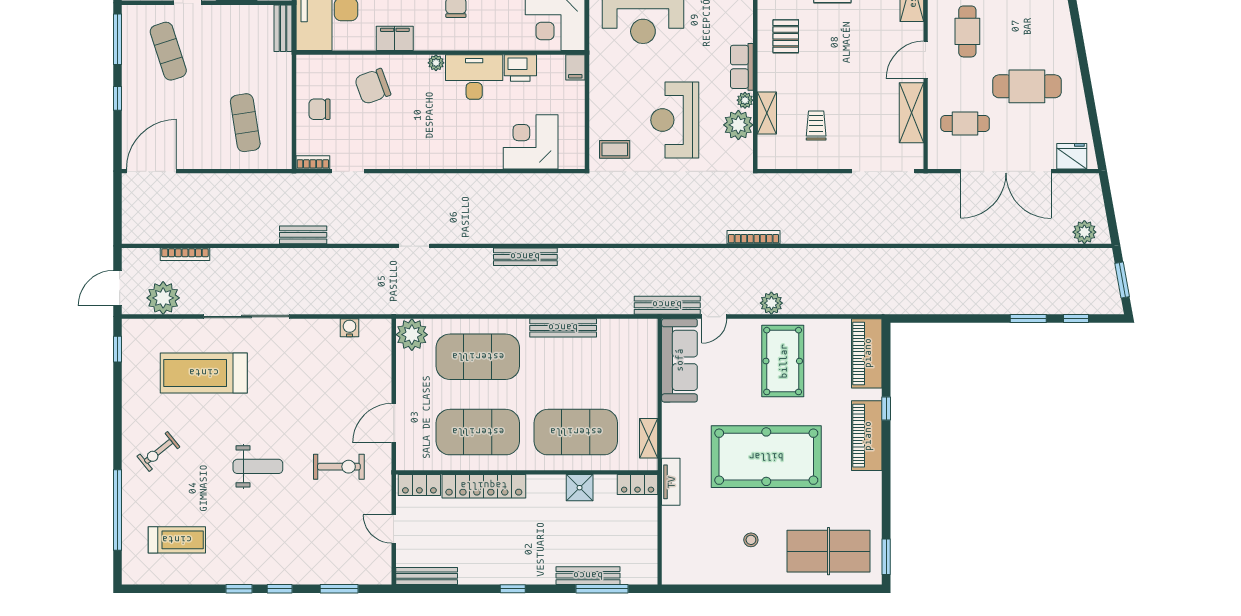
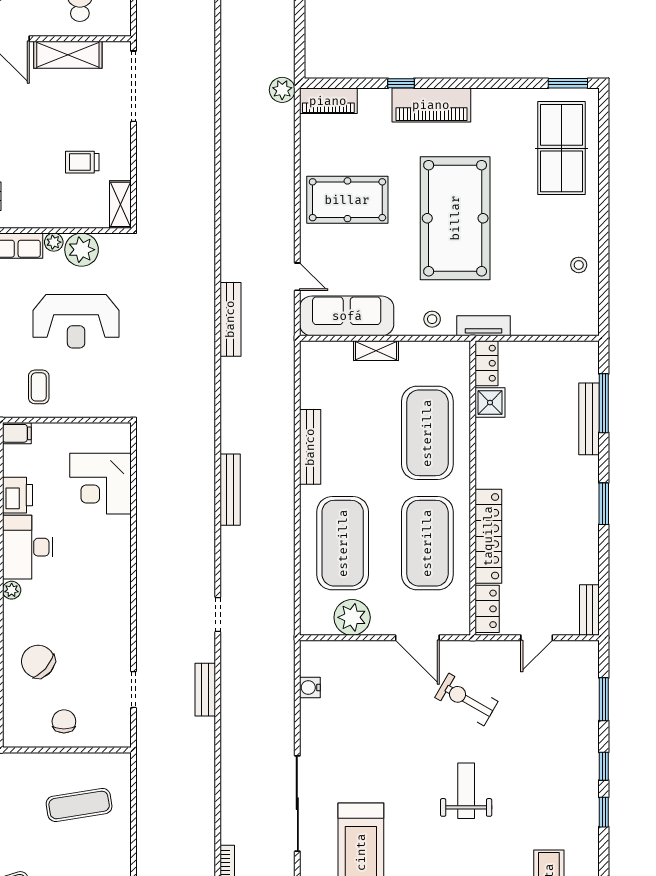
chair: (373, 86) -> (38, 661), turned 151
chair: (319, 109) -> (64, 721), turned 180
shelving: (767, 113) -> (120, 204), moved, turned 90
coffee table: (615, 149) -> (39, 387), moved
bookcase: (313, 162) -> (124, 729), removed
bench: (303, 235) -> (205, 690), moved
bookcase: (754, 237) -> (208, 233), removed
plant: (771, 303) -> (282, 90), moved
bench: (667, 305) -> (230, 319), moved
plant: (412, 335) -> (352, 617), moved
piano: (867, 353) -> (328, 101), width x0.73, depth x0.75
stool: (677, 436) -> (432, 319), added
shelving: (649, 438) -> (376, 351), moved
exercise bike: (339, 467) -> (466, 699), turned -60
shower: (580, 488) -> (490, 403), moved
stool: (751, 540) -> (579, 265), moved
bench: (427, 576) -> (589, 610), width x0.73
window: (513, 589) -> (604, 504), width x1.50

